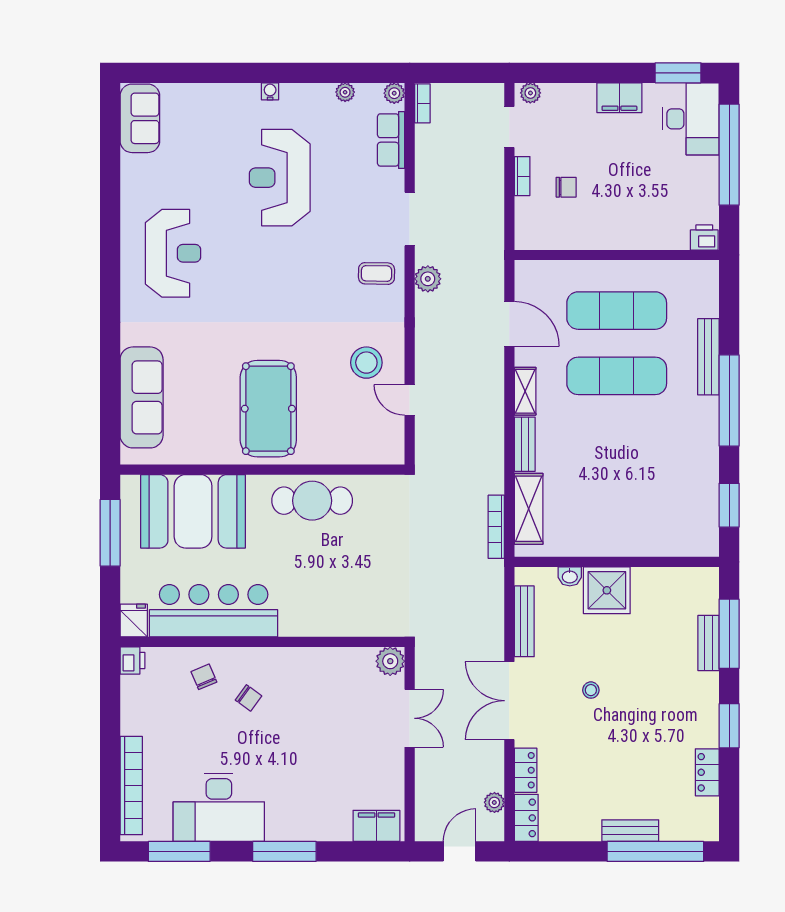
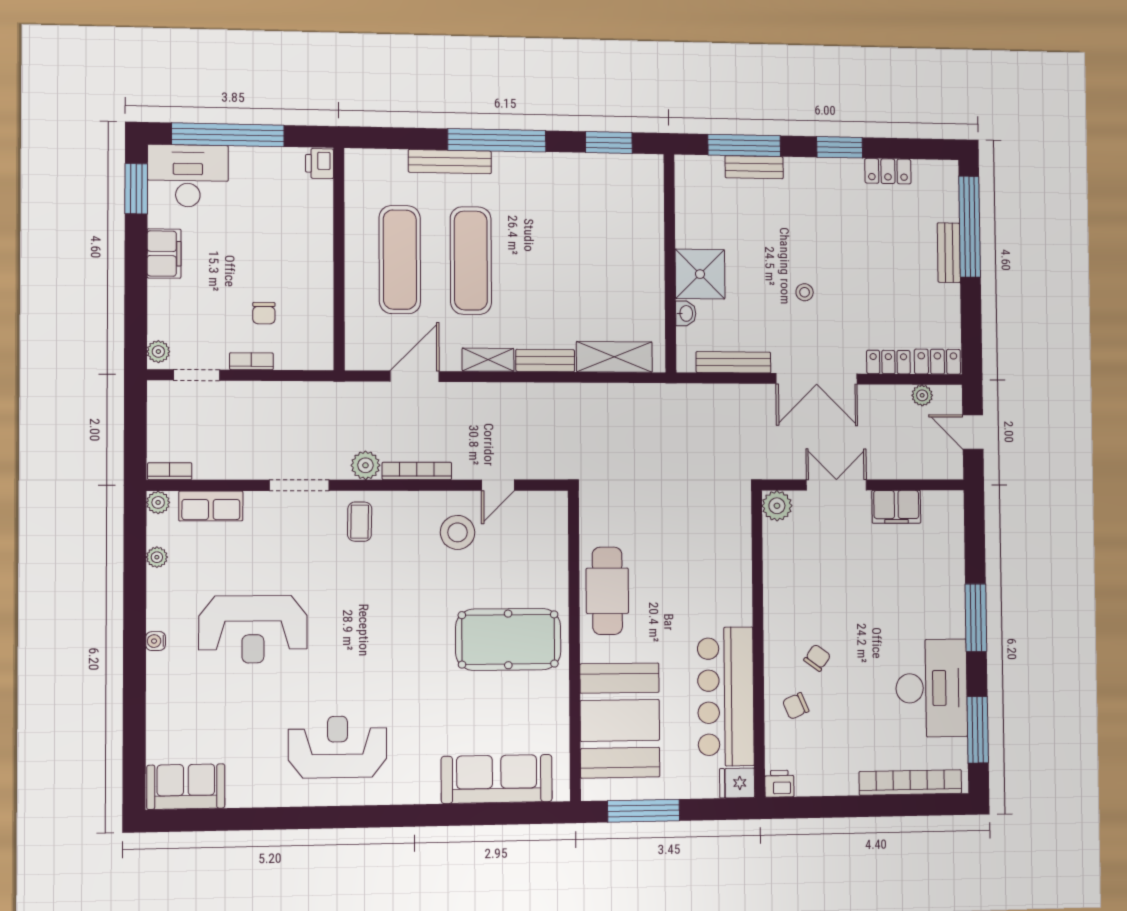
chair: (566, 187) -> (264, 313), turned 180
bookcase: (496, 527) -> (417, 471), moved, turned 180
filing cabinet: (376, 826) -> (896, 507), moved, turned -90

